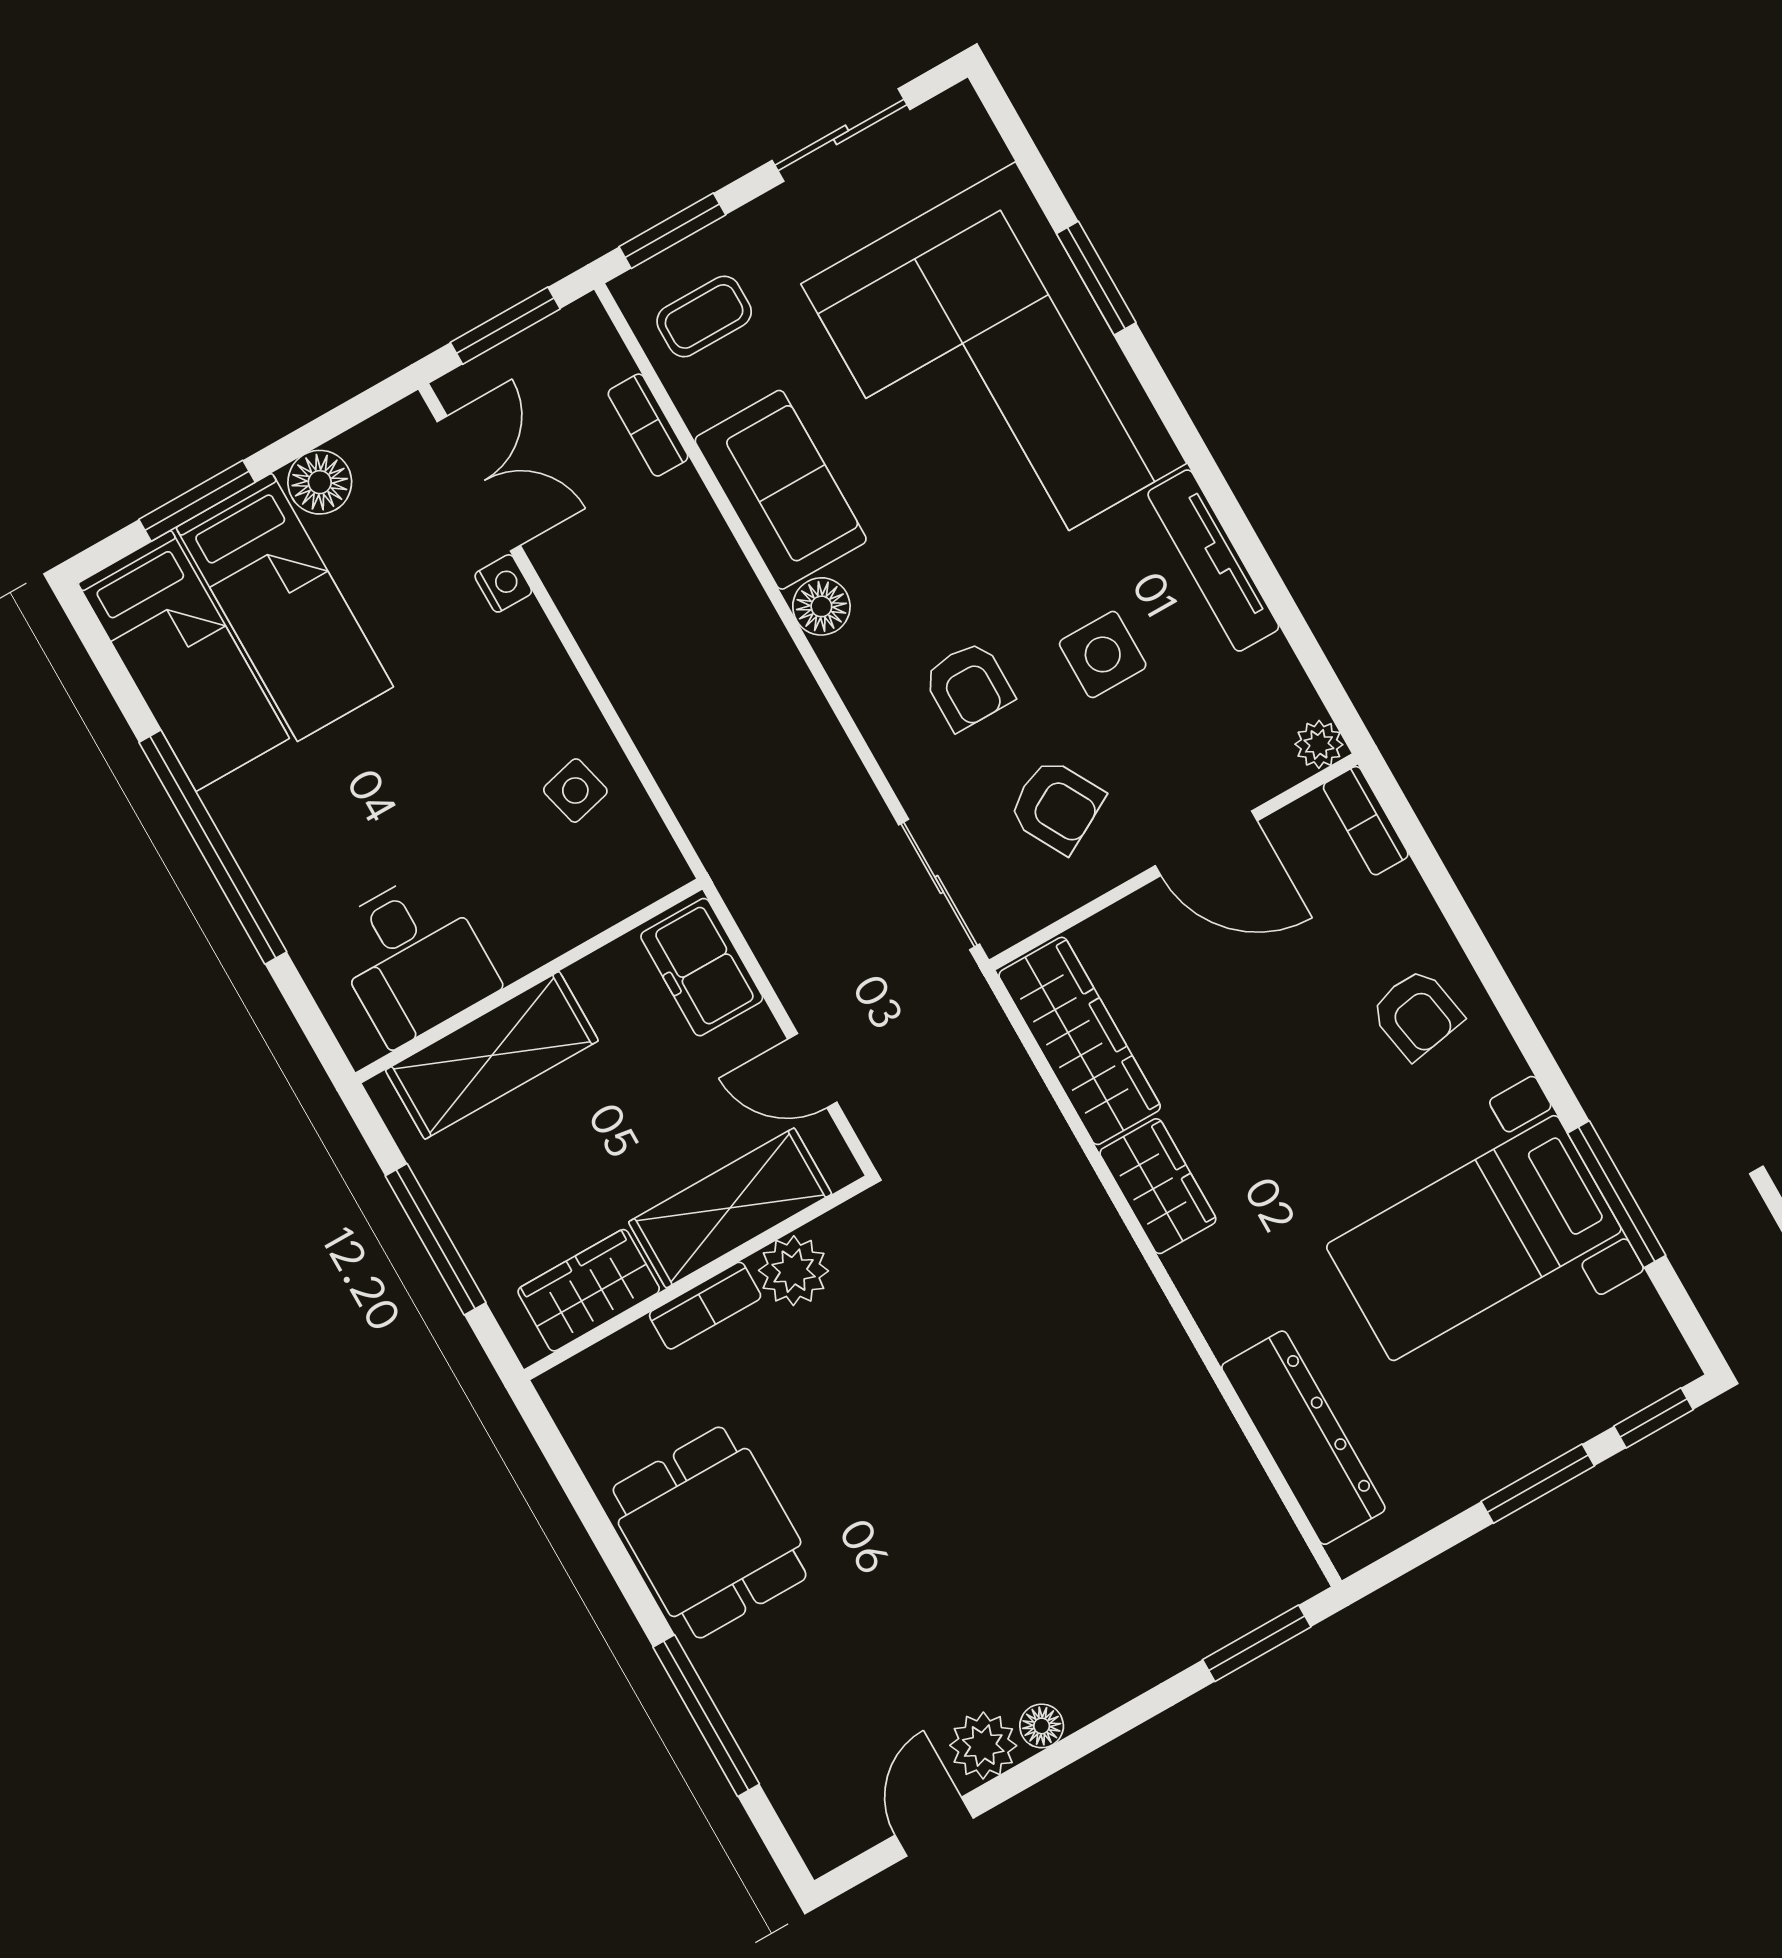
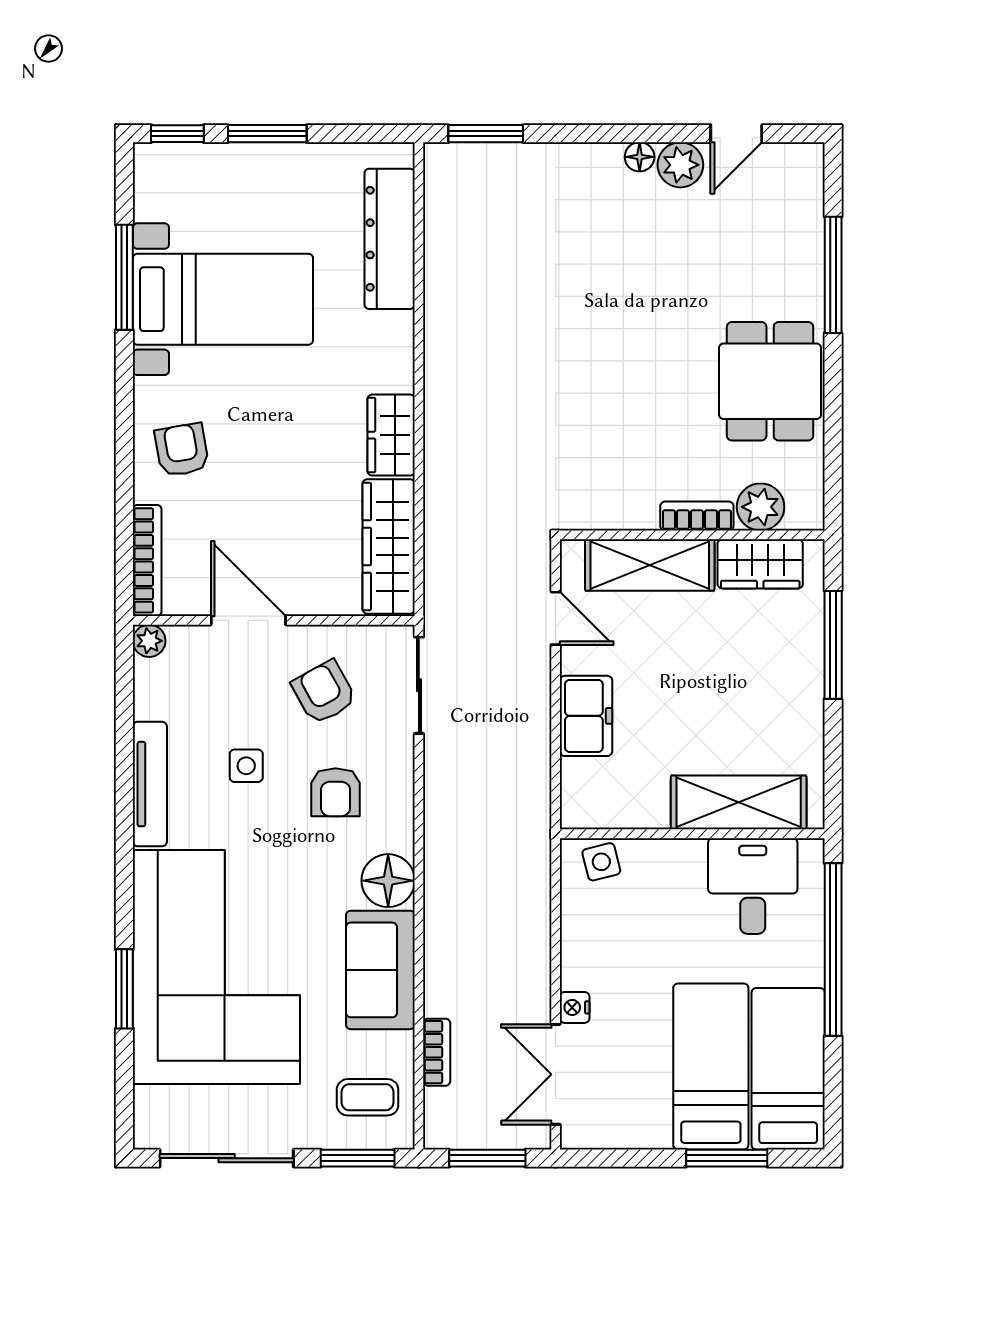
sliding door: (841, 135) -> (227, 1158), width x1.37
floor lamp: (320, 482) -> (649, 1128), removed
floor lamp: (821, 606) -> (388, 881), width x1.38, depth x1.38
side table: (1103, 654) -> (246, 766), width x0.73, depth x0.73
armchair: (968, 686) -> (336, 792), turned 180
bookcase: (1366, 821) -> (147, 560), width x1.56
desk: (413, 958) -> (753, 886), moved
wall: (529, 981) -> (692, 834), moved
shelving: (492, 1055) -> (739, 802), moved
plant: (794, 1271) -> (761, 507), moved

